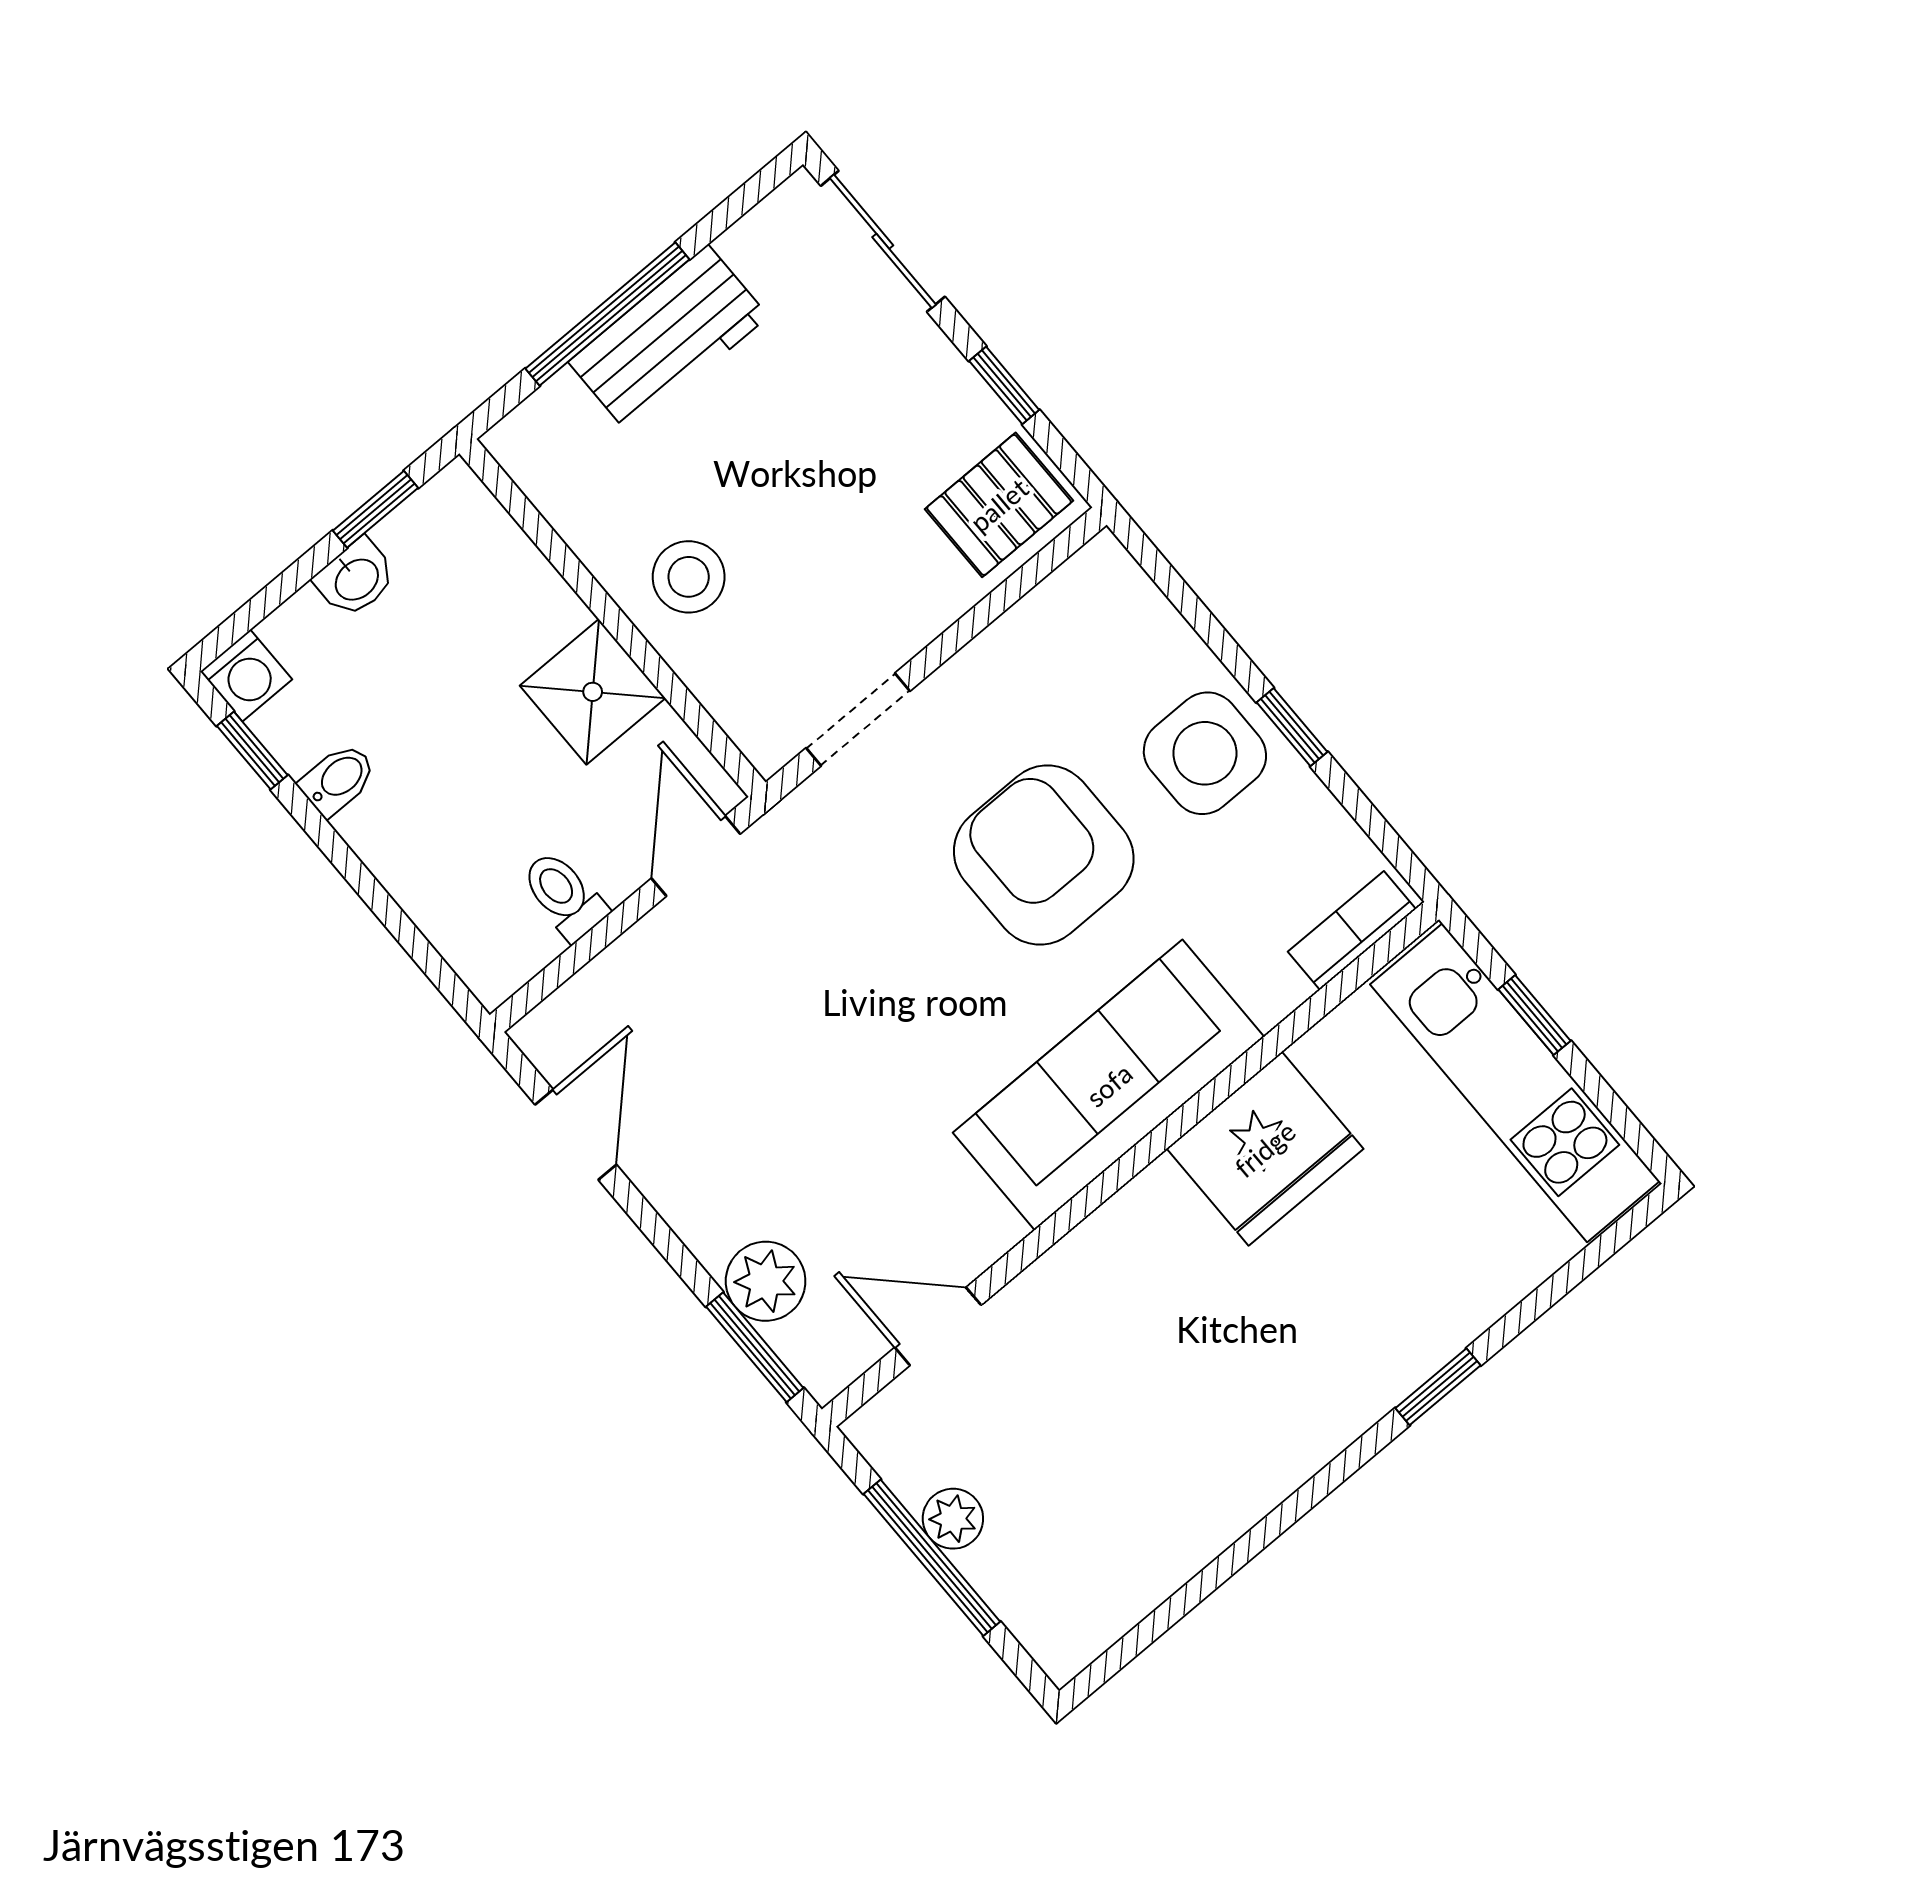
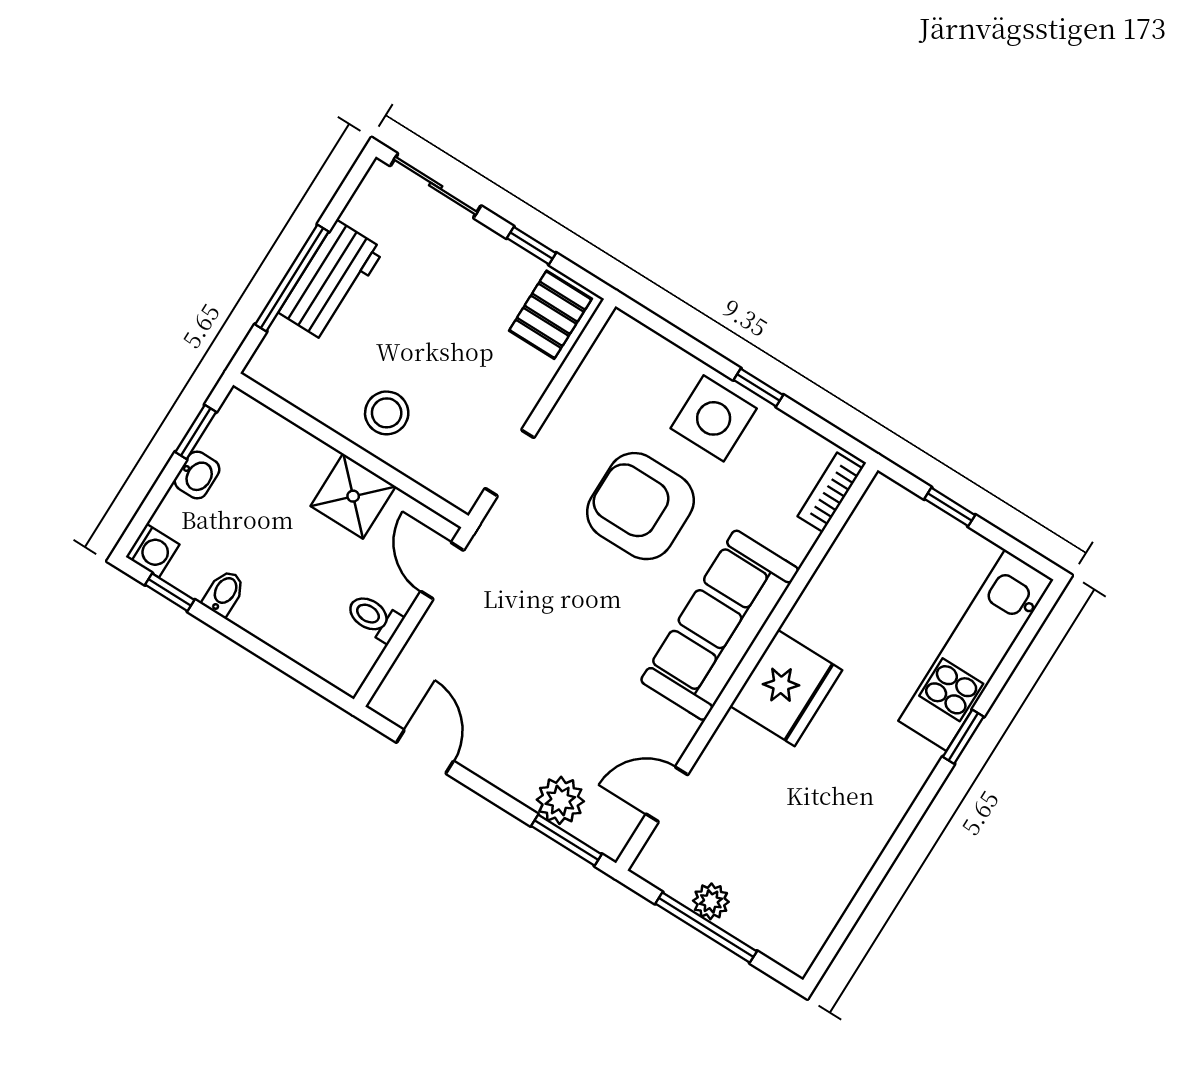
kitchen unit: (1515, 1083) -> (976, 650), moved, turned 90
fridge: (1265, 1149) -> (786, 688), moved

